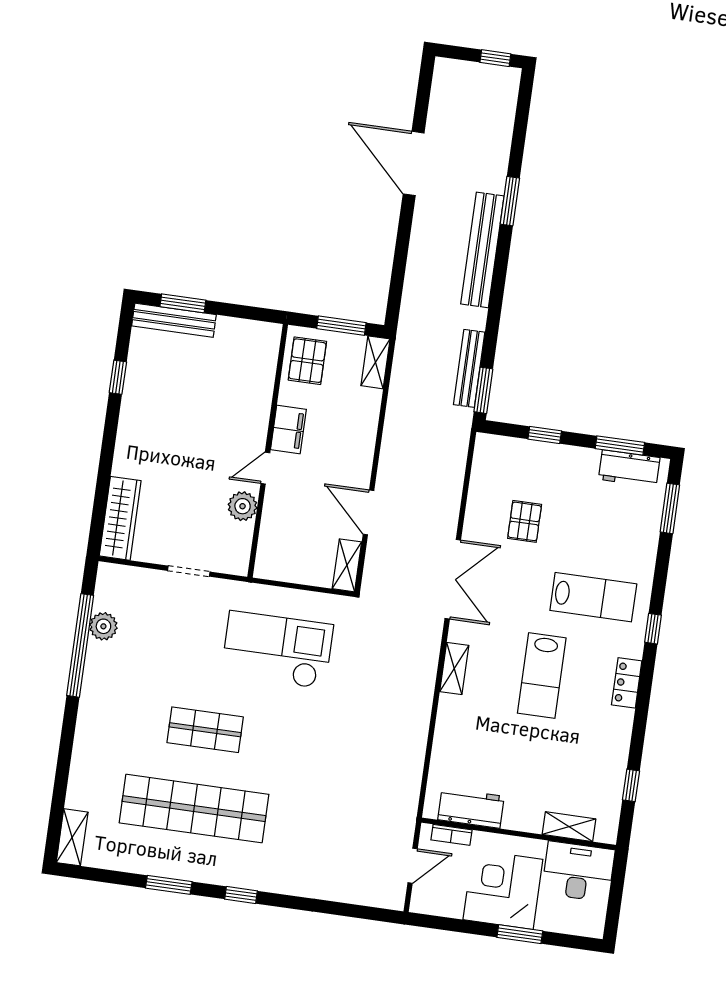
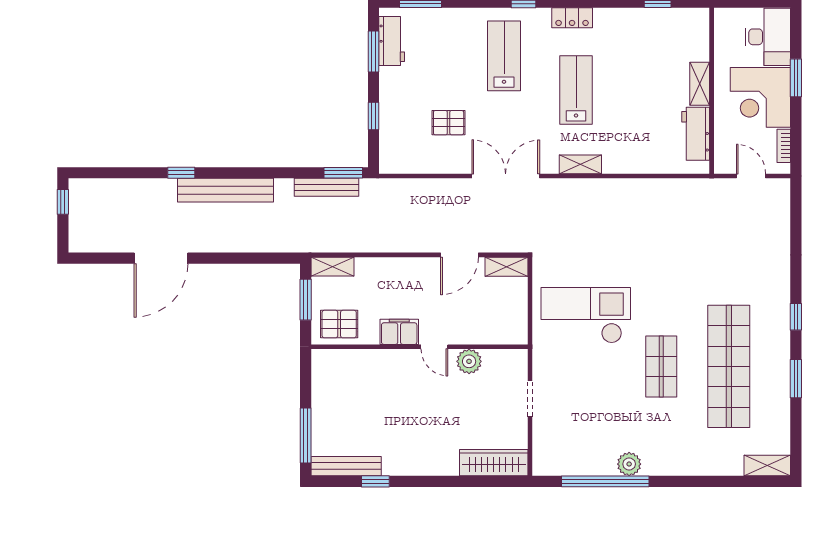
window: (510, 201) -> (181, 173), width x0.67
window: (183, 303) -> (306, 435), width x1.44
bench: (174, 320) -> (346, 466), moved, turned 90
plant: (103, 626) -> (629, 464), moved
checkout: (277, 650) -> (586, 315), turned 90
lab bench: (542, 676) -> (576, 90), turned -90
shelving: (569, 827) -> (700, 84), moved
bookcase: (451, 835) -> (784, 146), moved, turned 180
desk: (578, 872) -> (768, 37), moved, turned 180

